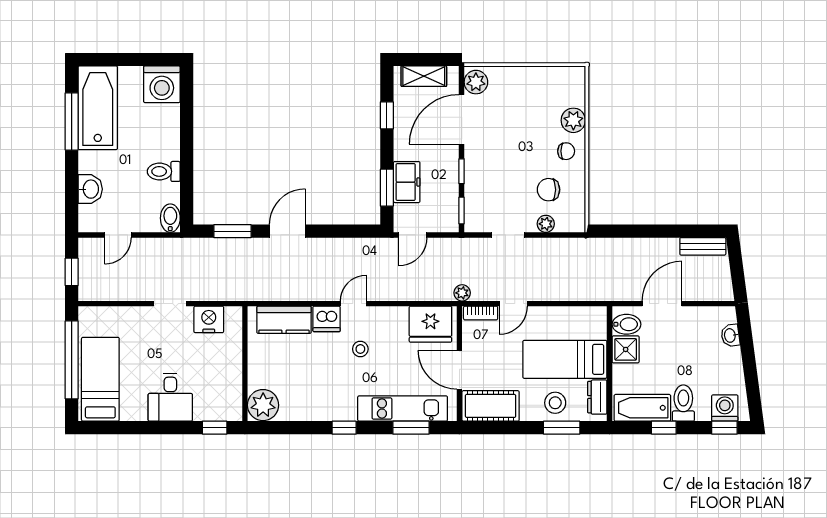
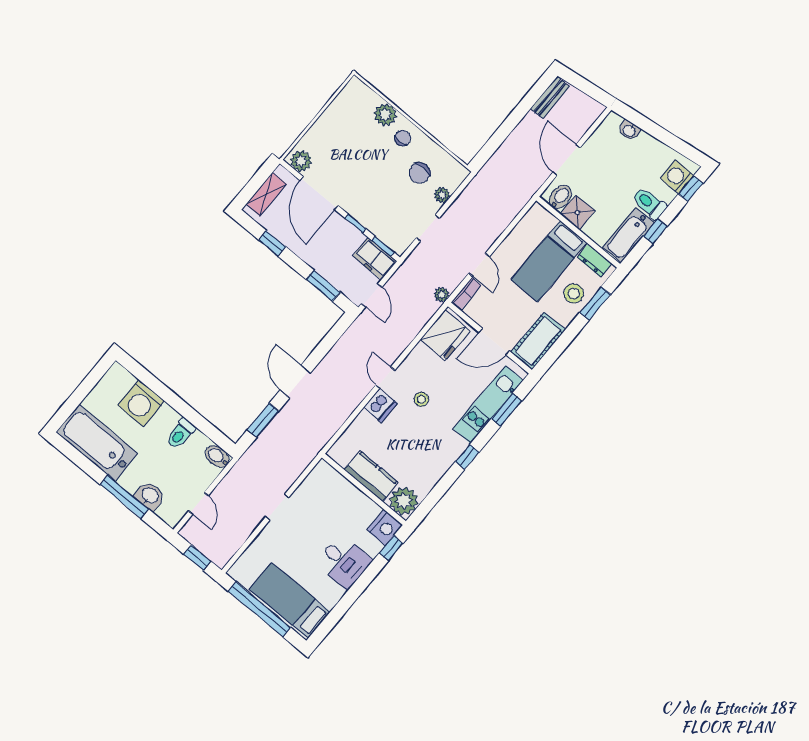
washing machine: (162, 84) -> (141, 403), moved, turned 90
window: (72, 121) -> (124, 497), moved
freezer: (407, 182) -> (375, 259), moved, turned 180
nightstand: (209, 319) -> (385, 528), moved, turned 180
kitchen counter: (284, 320) -> (371, 476), moved, turned -90

